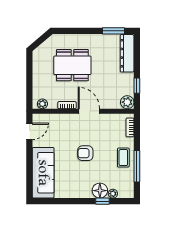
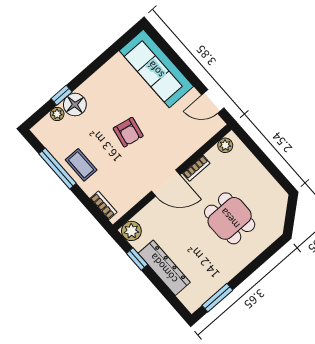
dresser: (127, 53) -> (164, 268), moved
dining table: (72, 65) -> (230, 218), width x0.73
door: (29, 131) -> (213, 101), hinge flipped
armchair: (85, 153) -> (128, 132), turned 101

